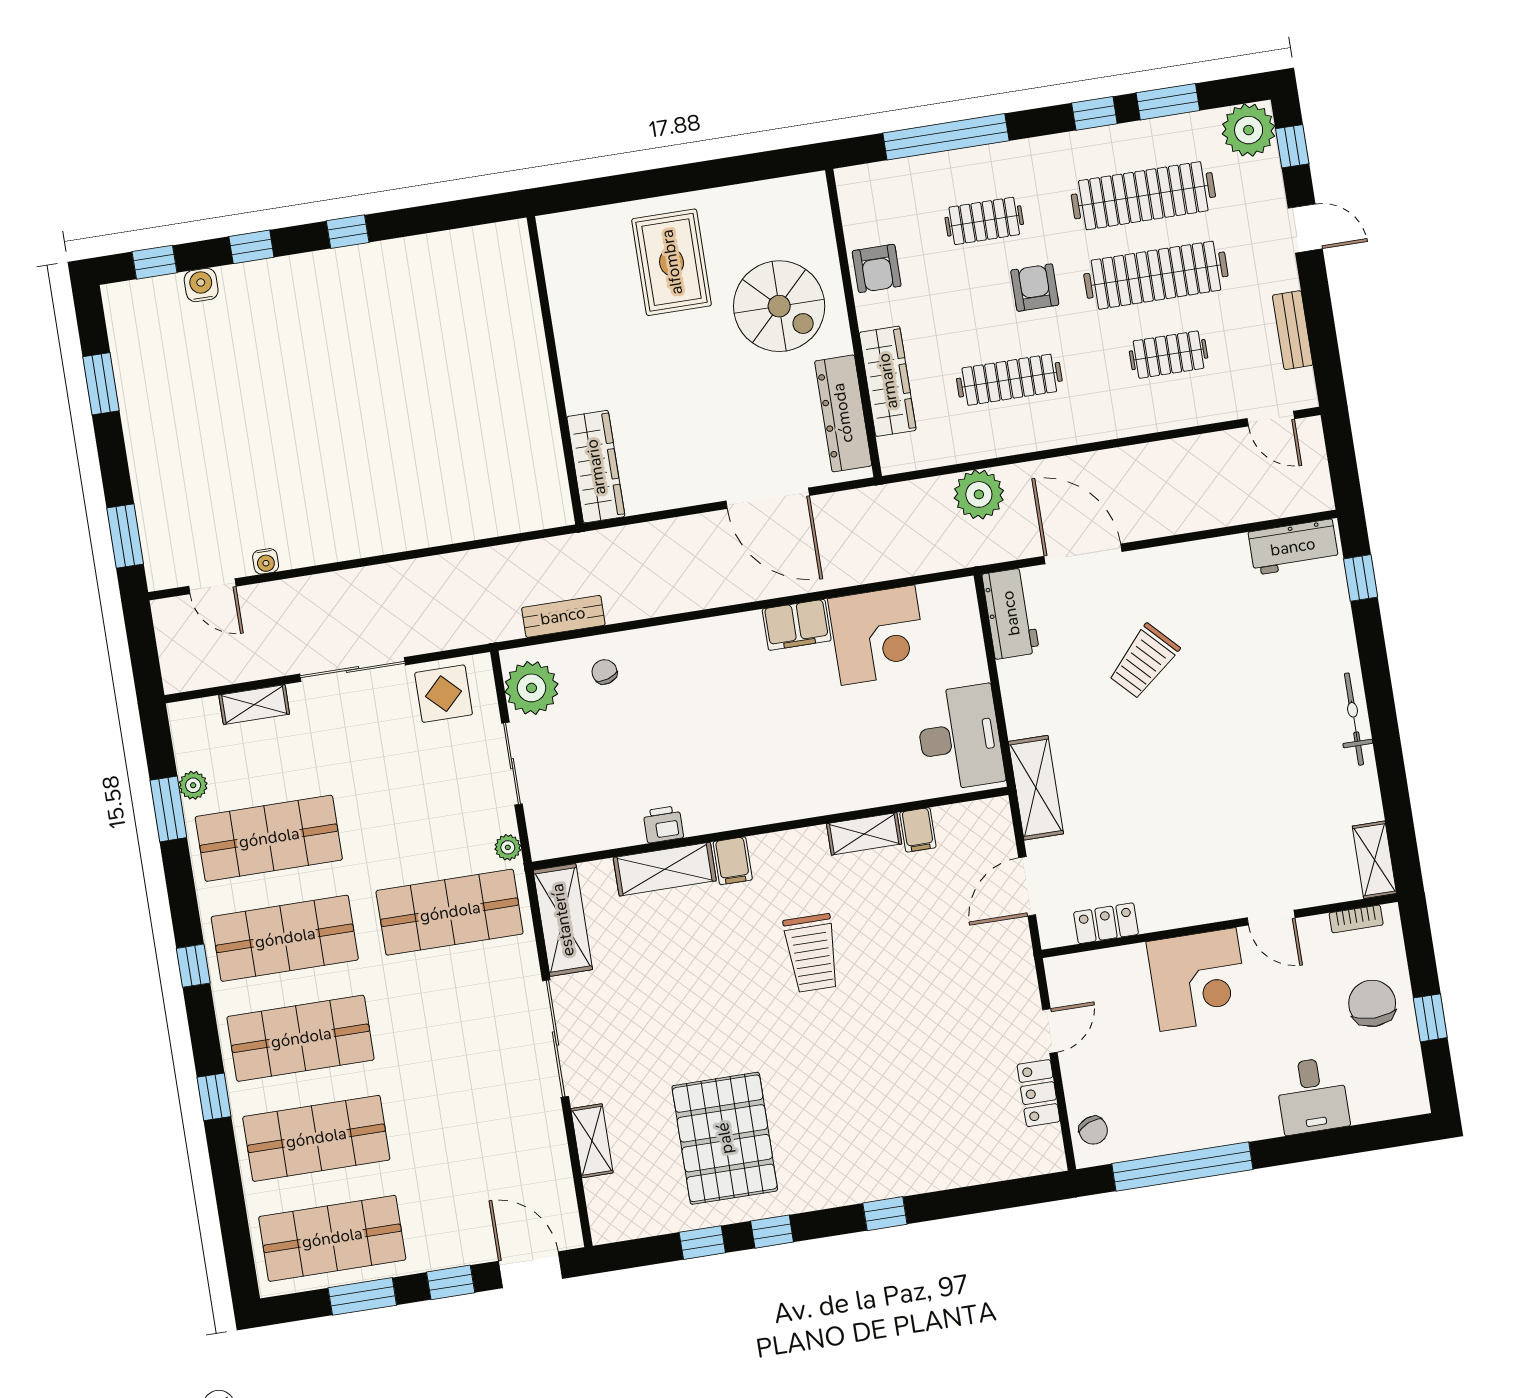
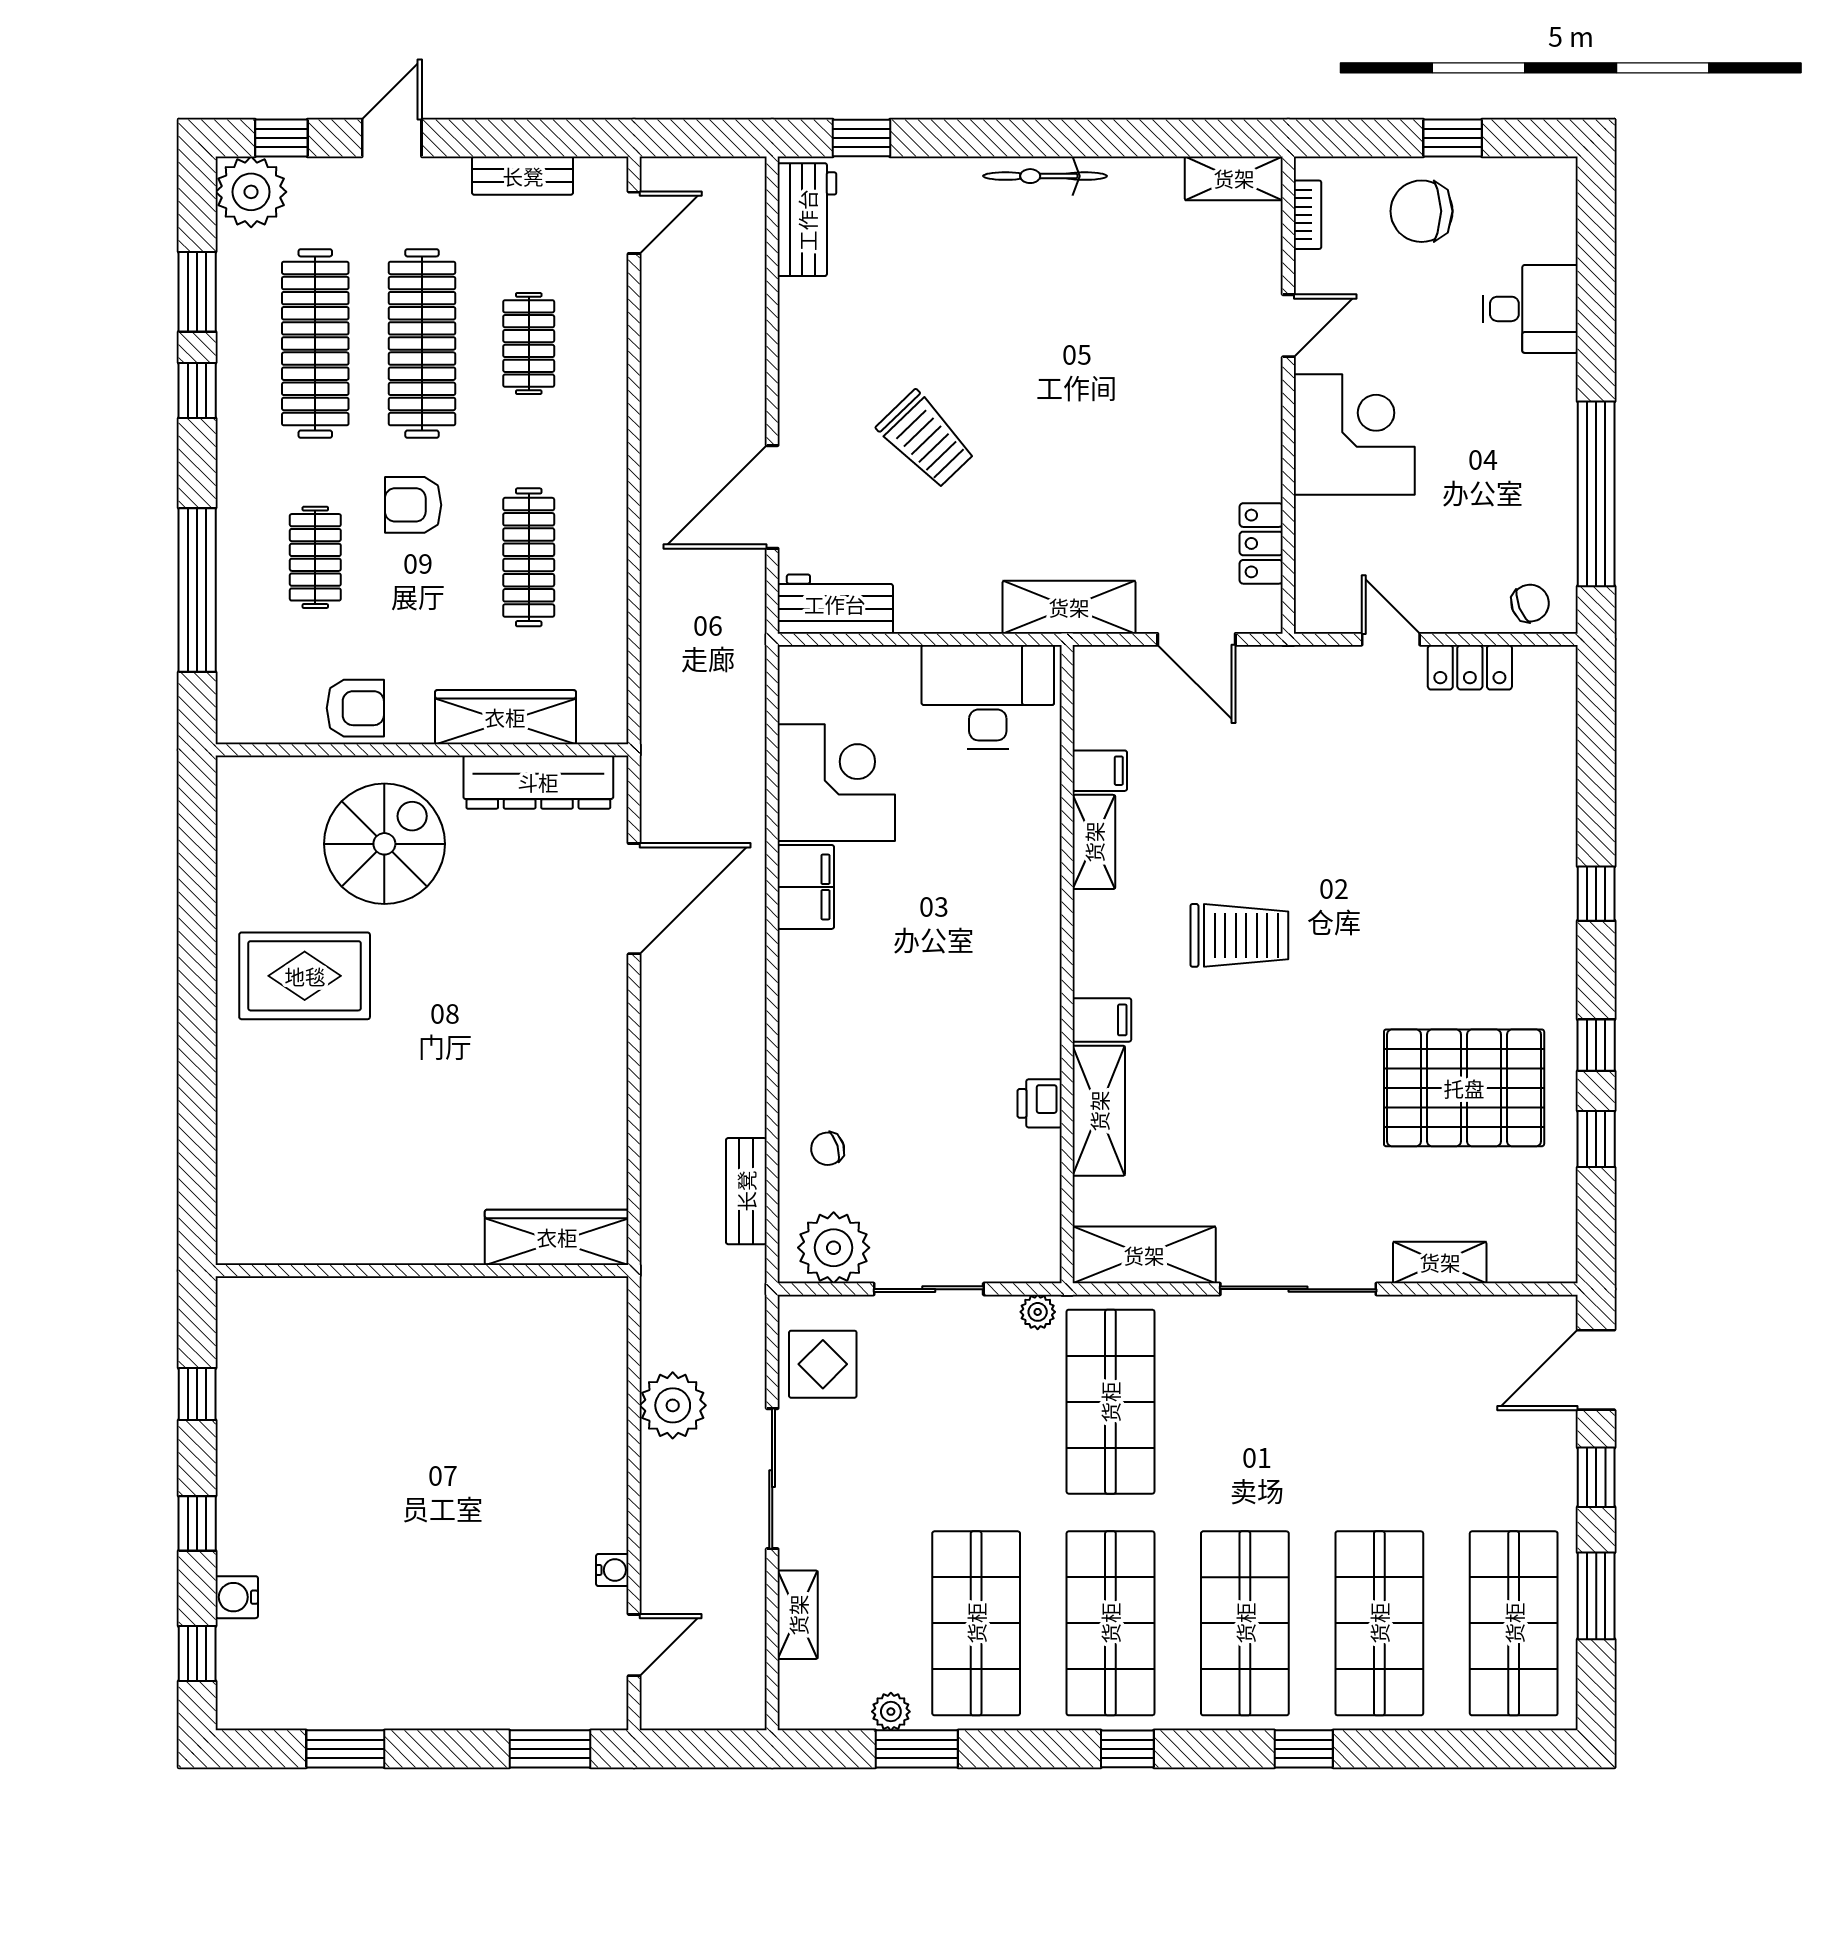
wall: (555, 370) -> (422, 1271), moved
wardrobe: (596, 467) -> (557, 1237), moved
plant: (979, 494) -> (673, 1405), moved

